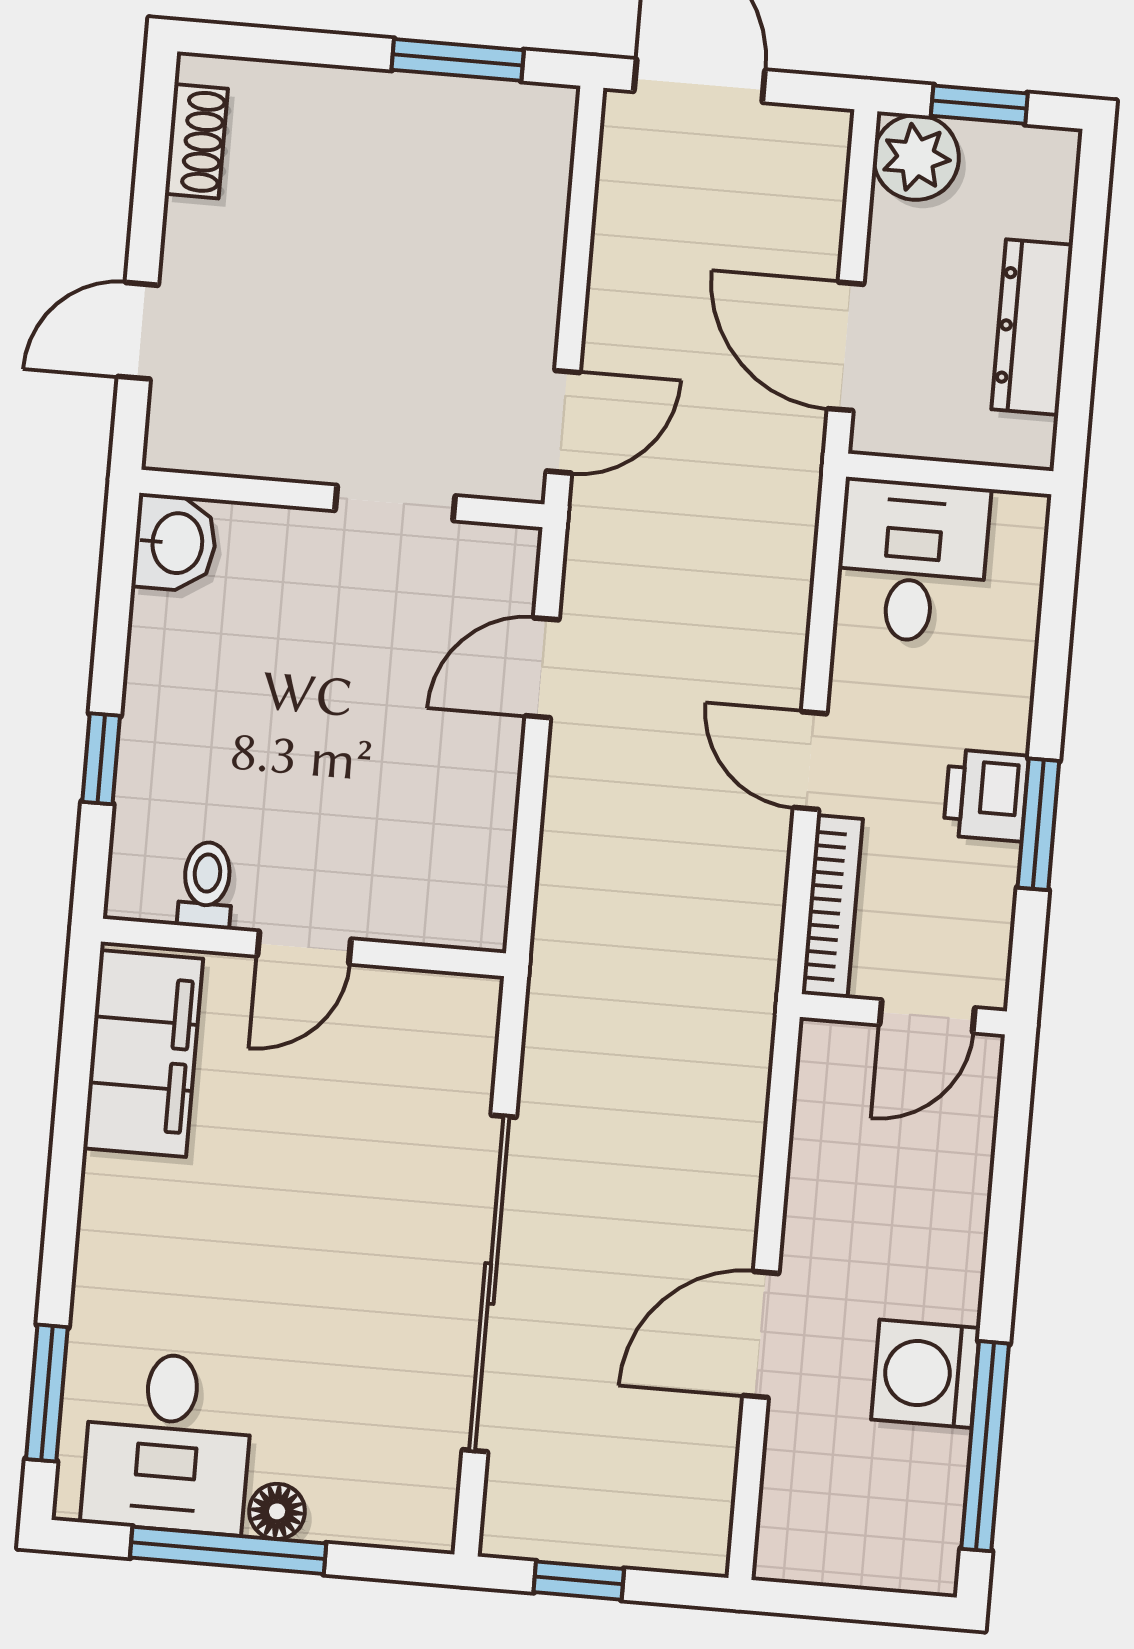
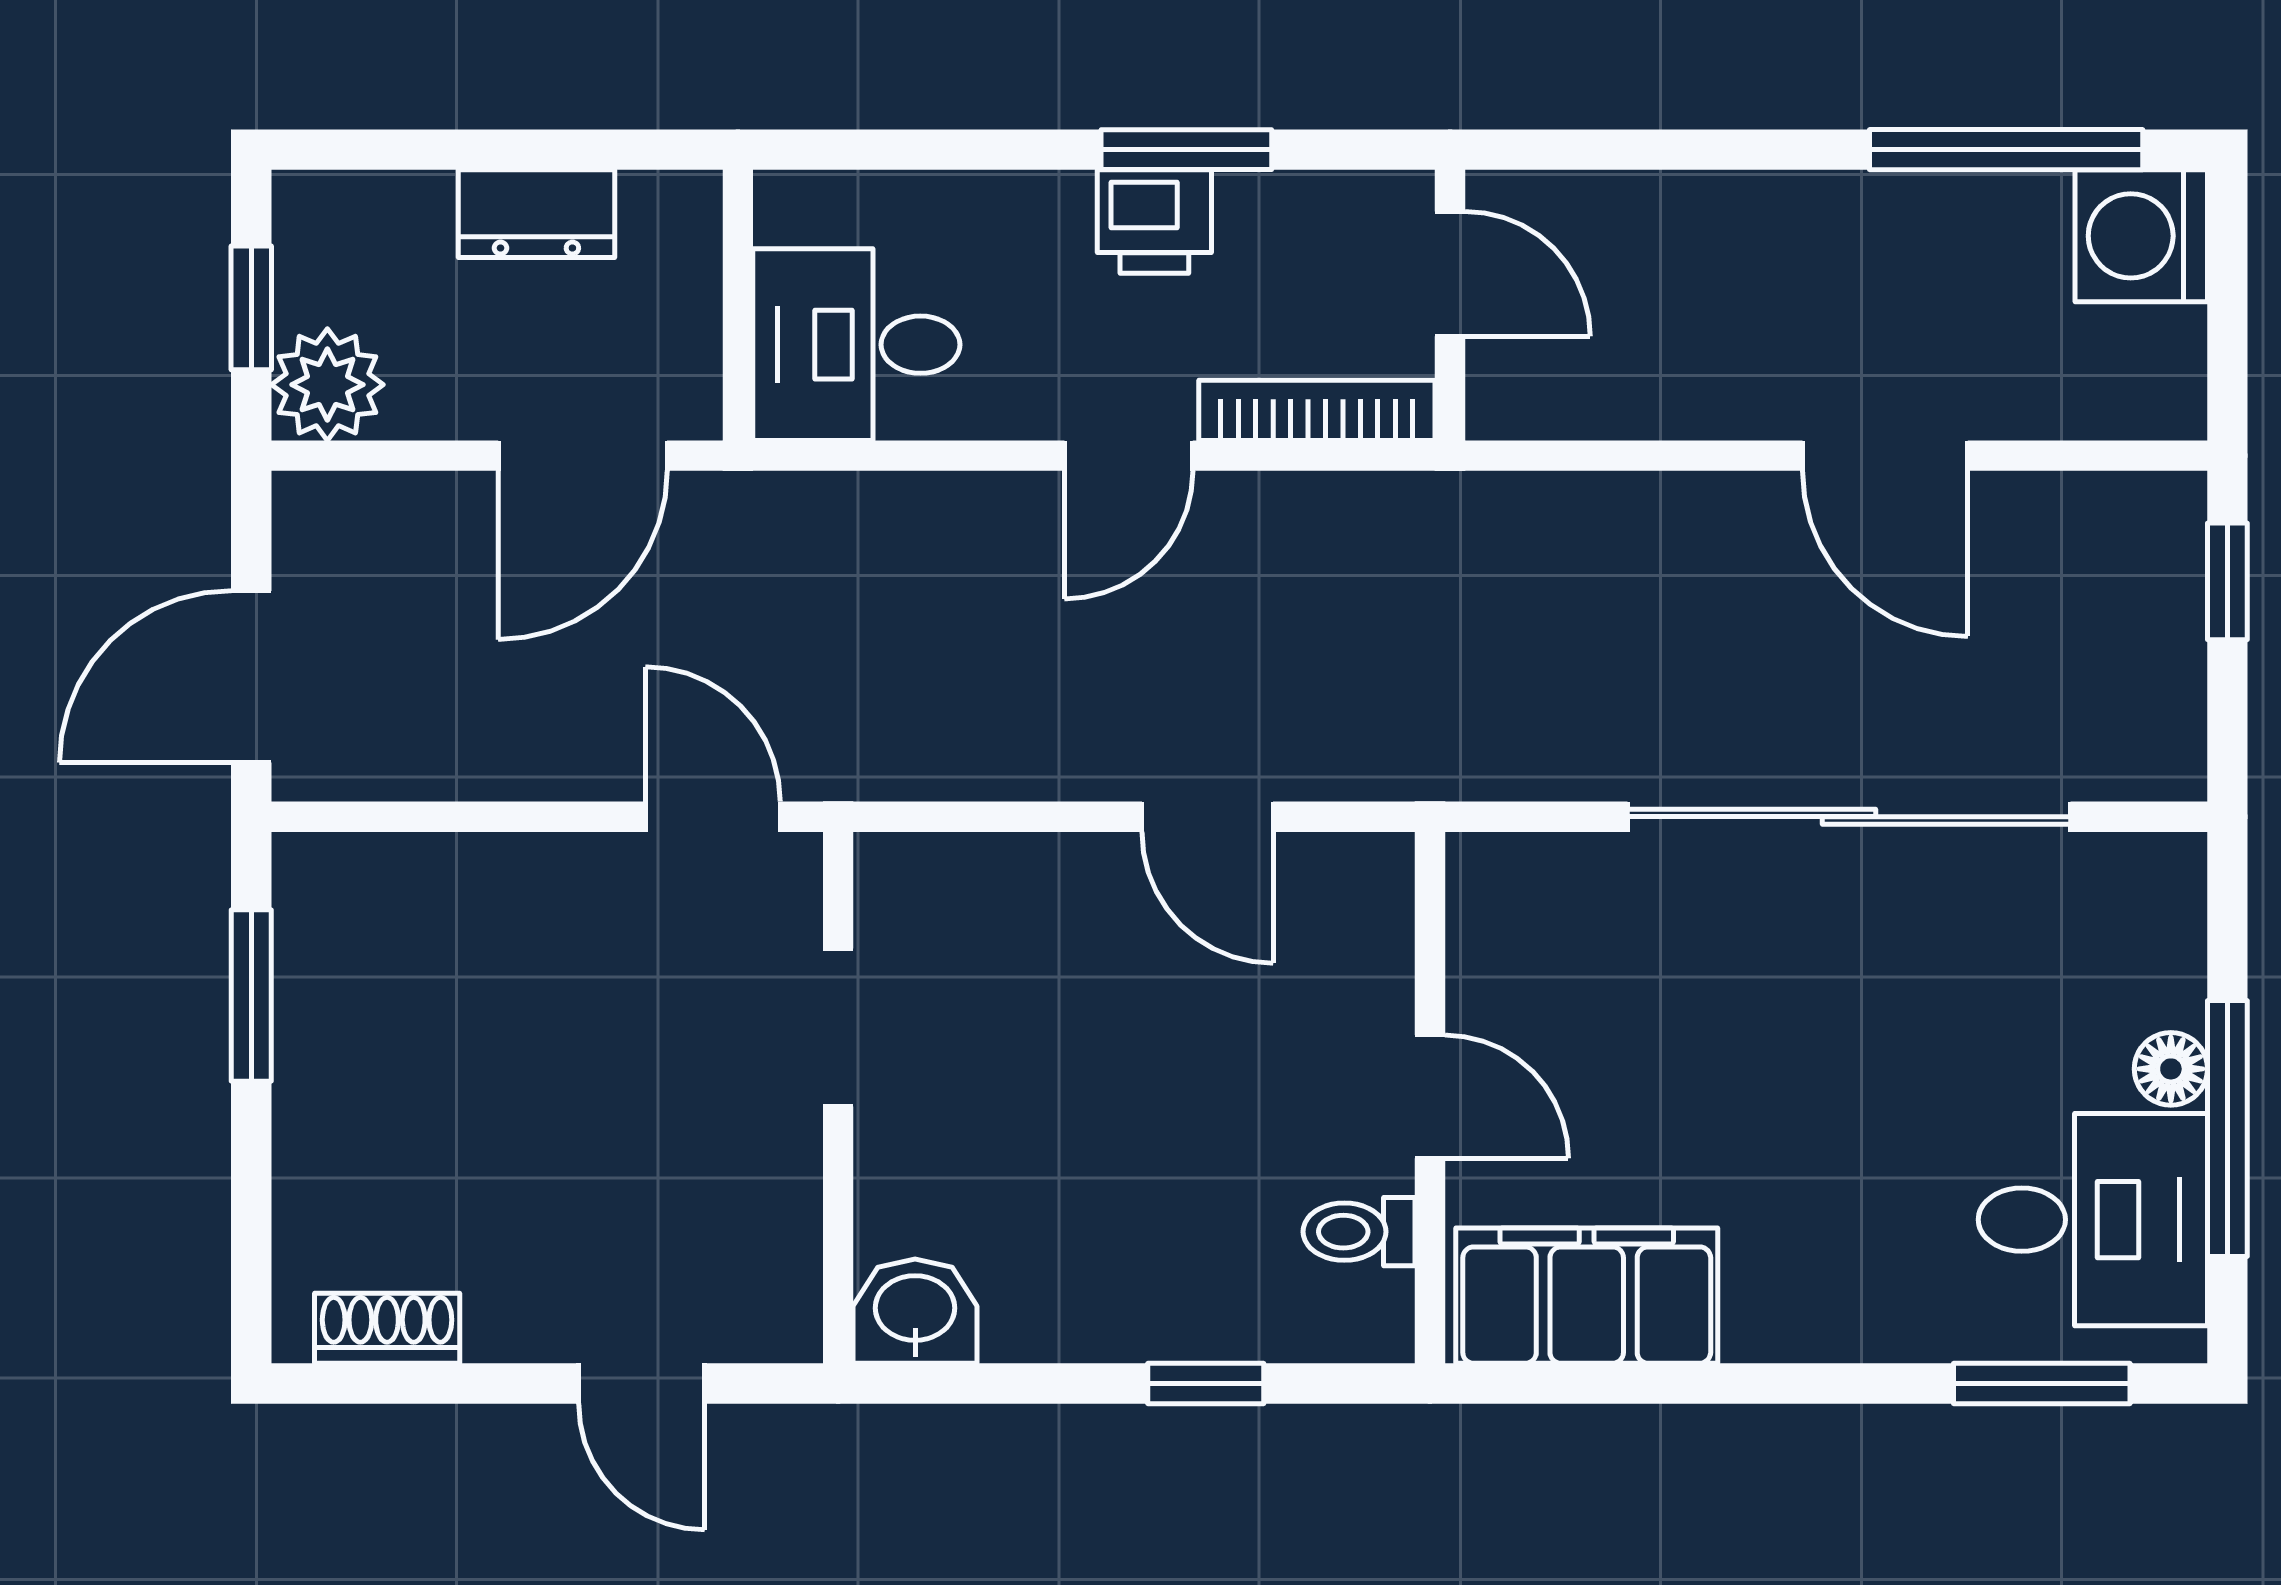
dresser: (1032, 327) -> (536, 214), width x0.70
door: (542, 668) -> (1207, 817), moved
washing machine: (926, 1374) -> (2141, 236), moved, turned 90
window: (579, 1581) -> (2227, 581), moved

